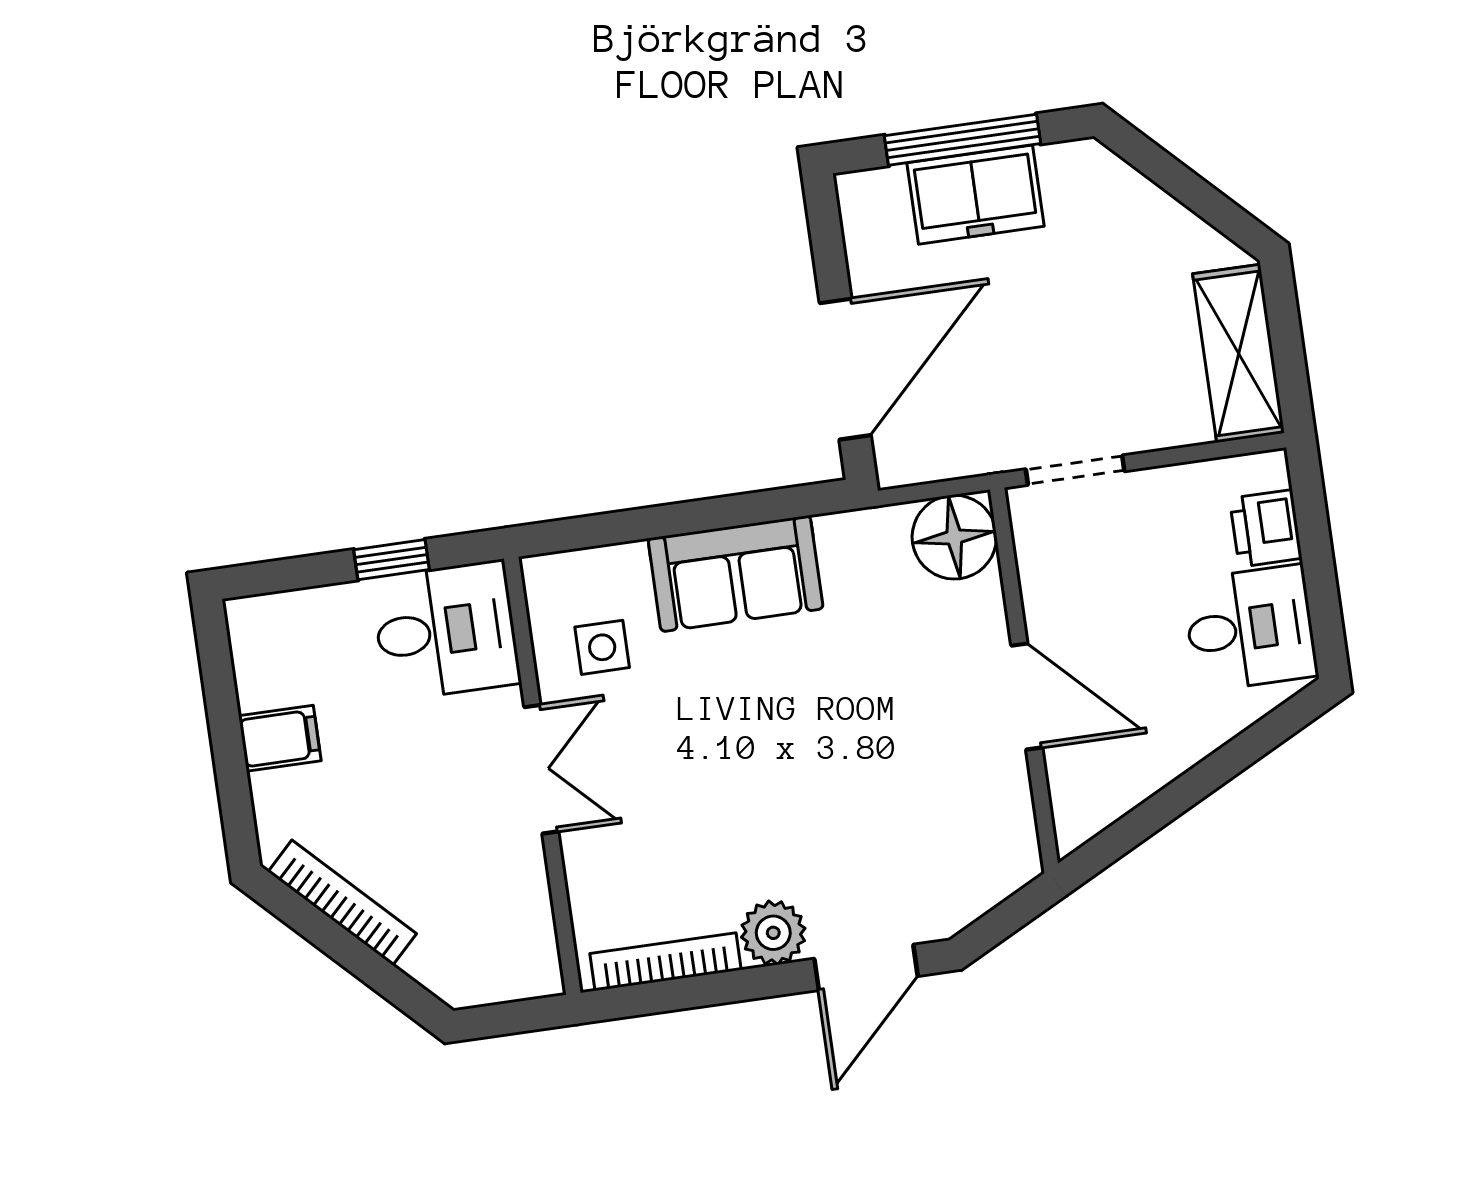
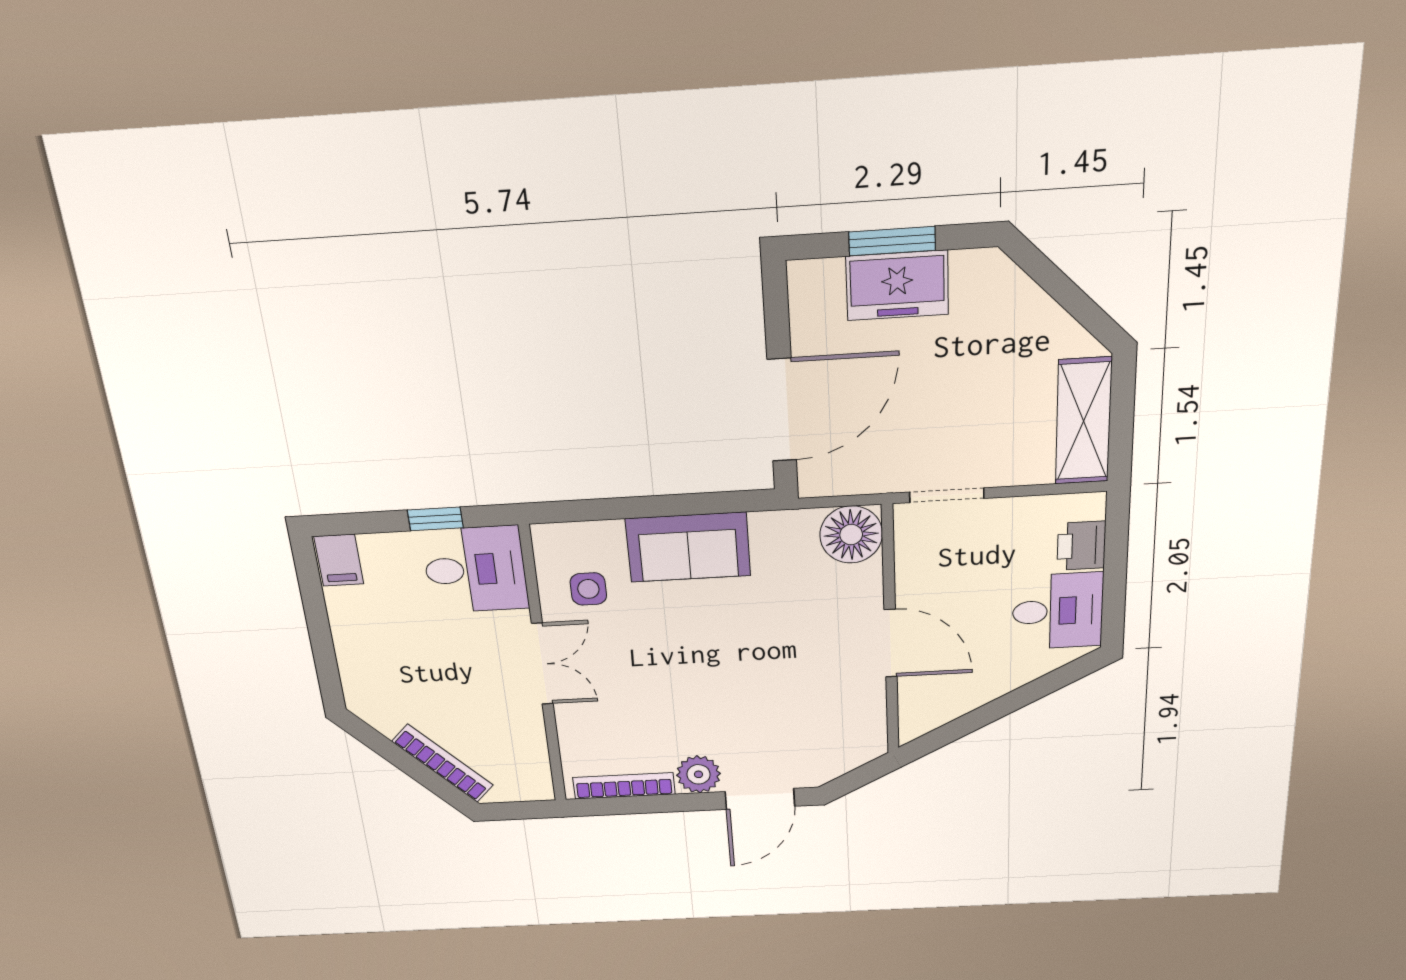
window: (963, 140) -> (892, 241), width x0.69
filing cabinet: (280, 738) -> (339, 560), moved, turned 90
bookcase: (342, 903) -> (443, 763), moved

